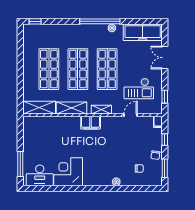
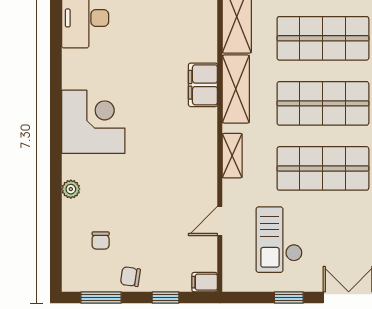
window: (165, 97) -> (289, 297), moved
door: (131, 115) -> (220, 221), swing flipped
filing cabinet: (91, 123) -> (203, 85), moved
corner desk: (68, 172) -> (93, 122), moved

